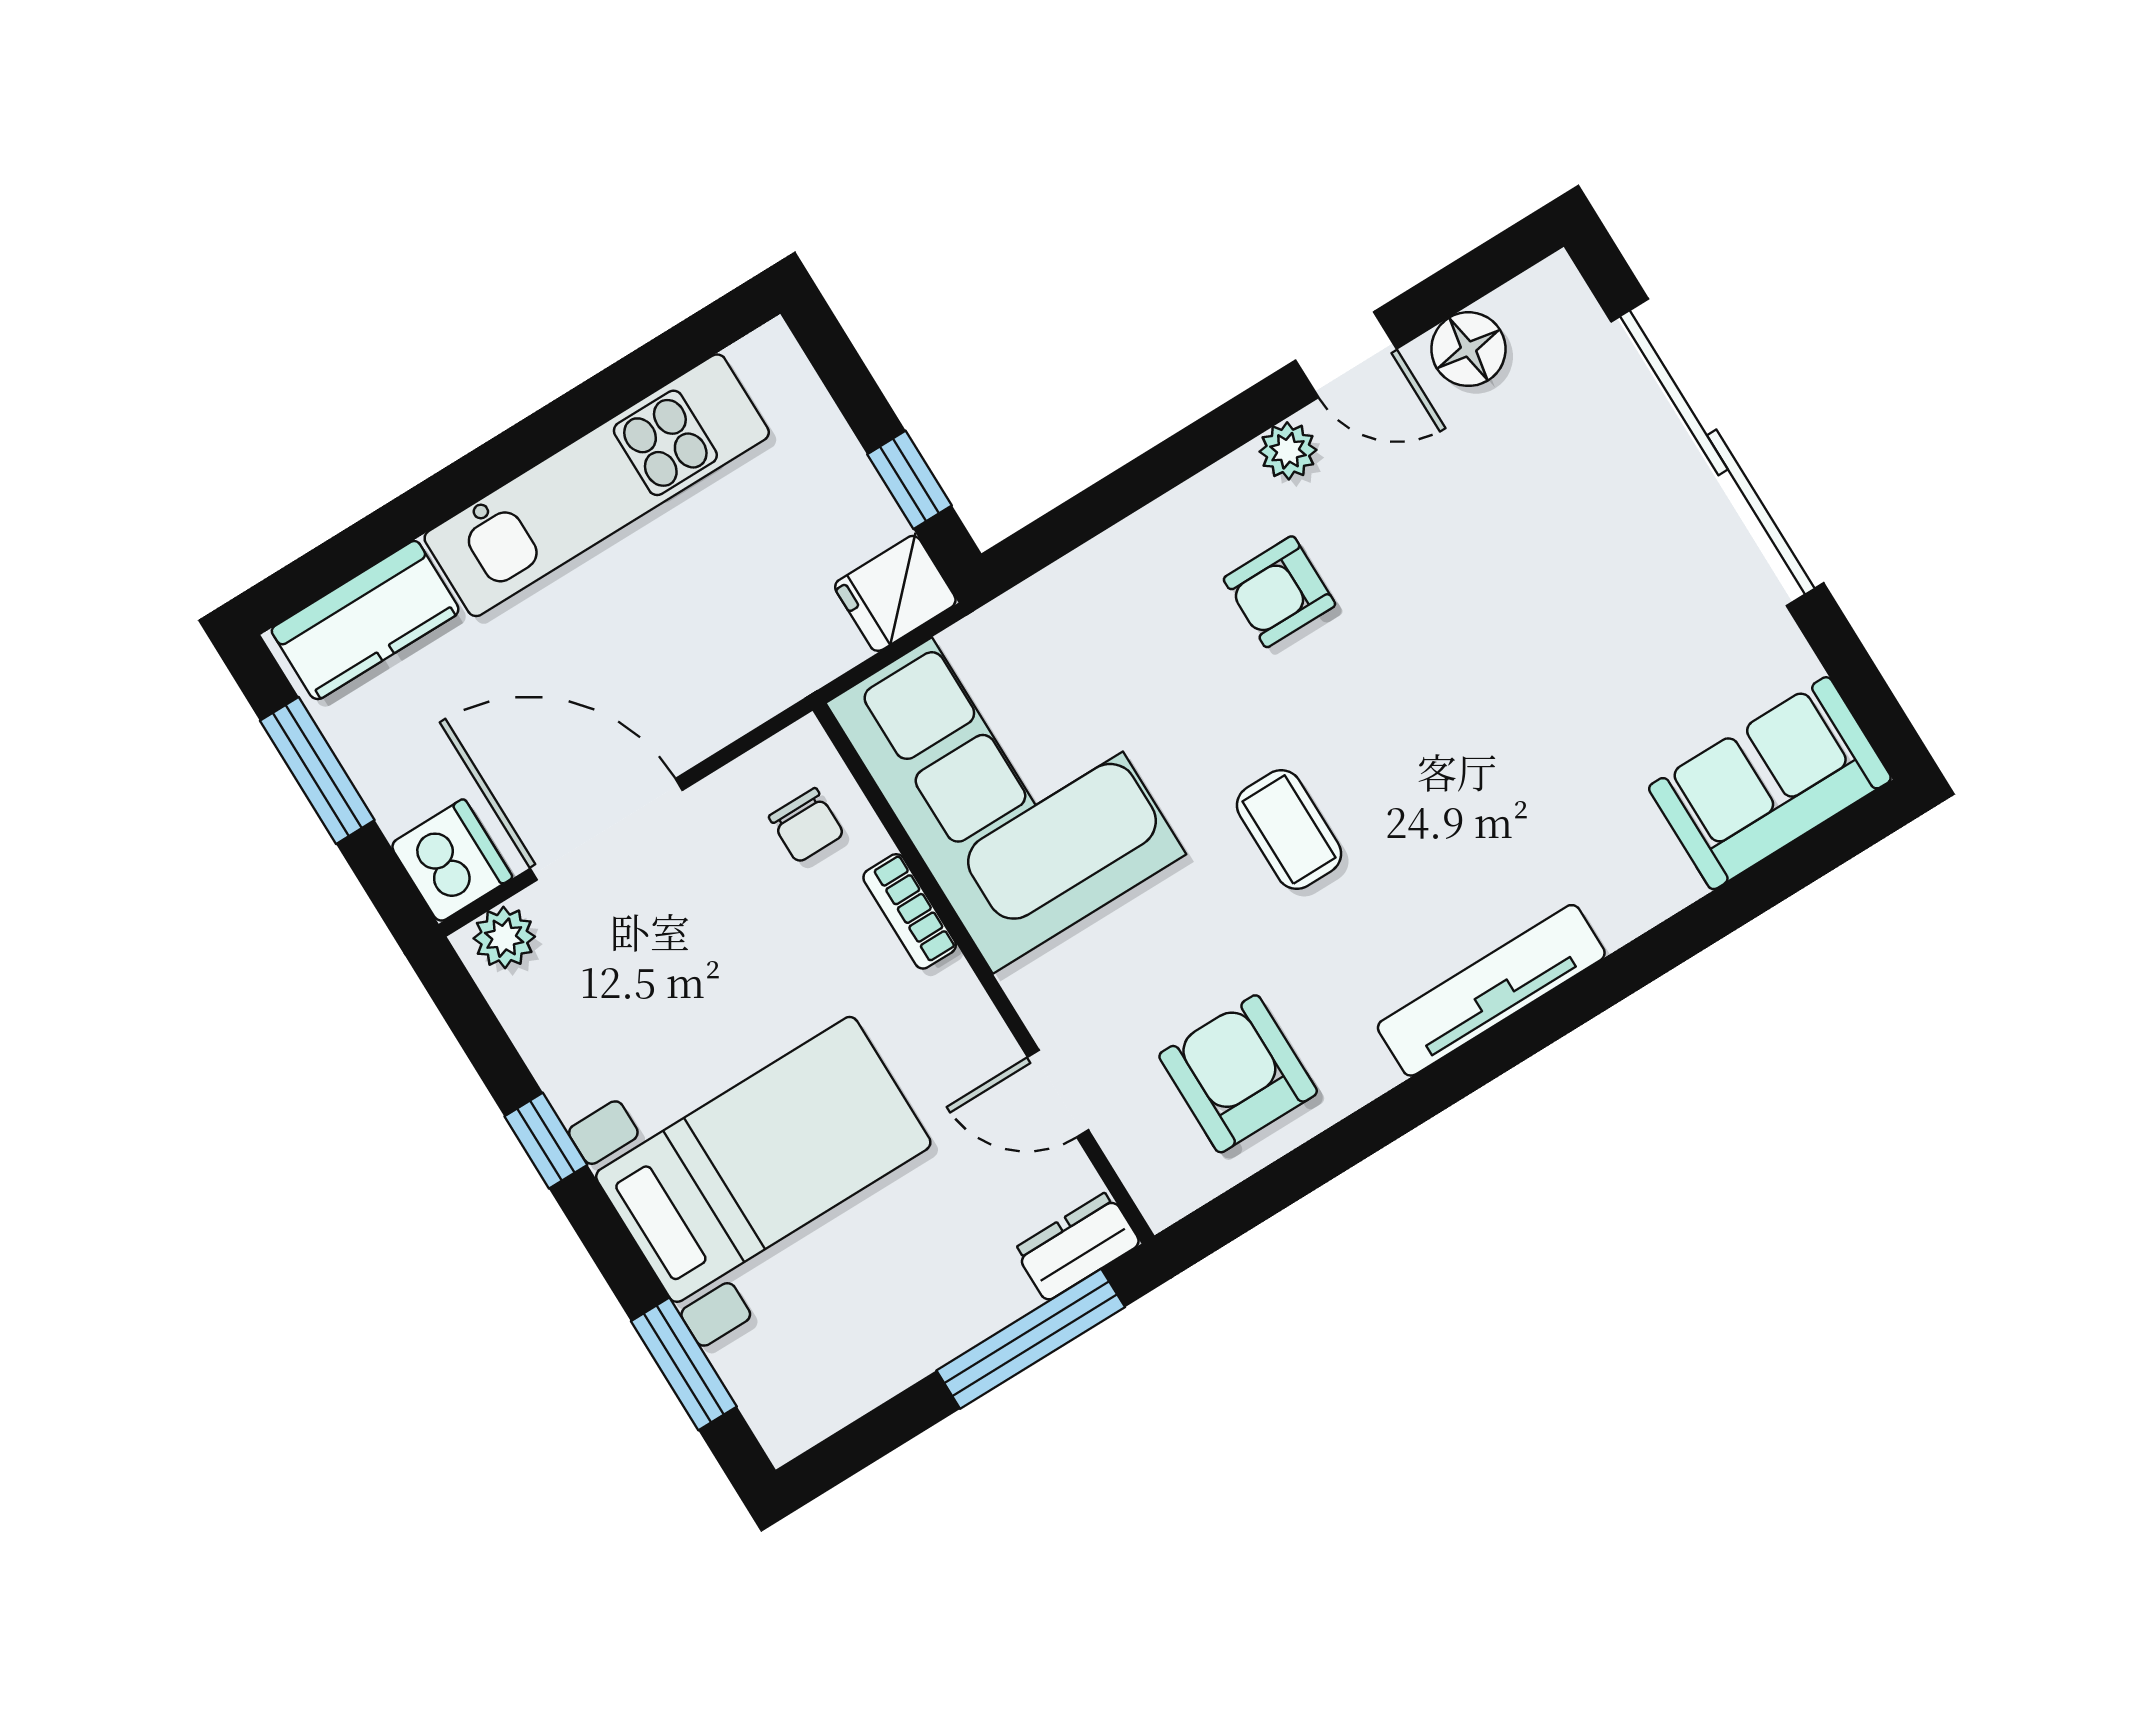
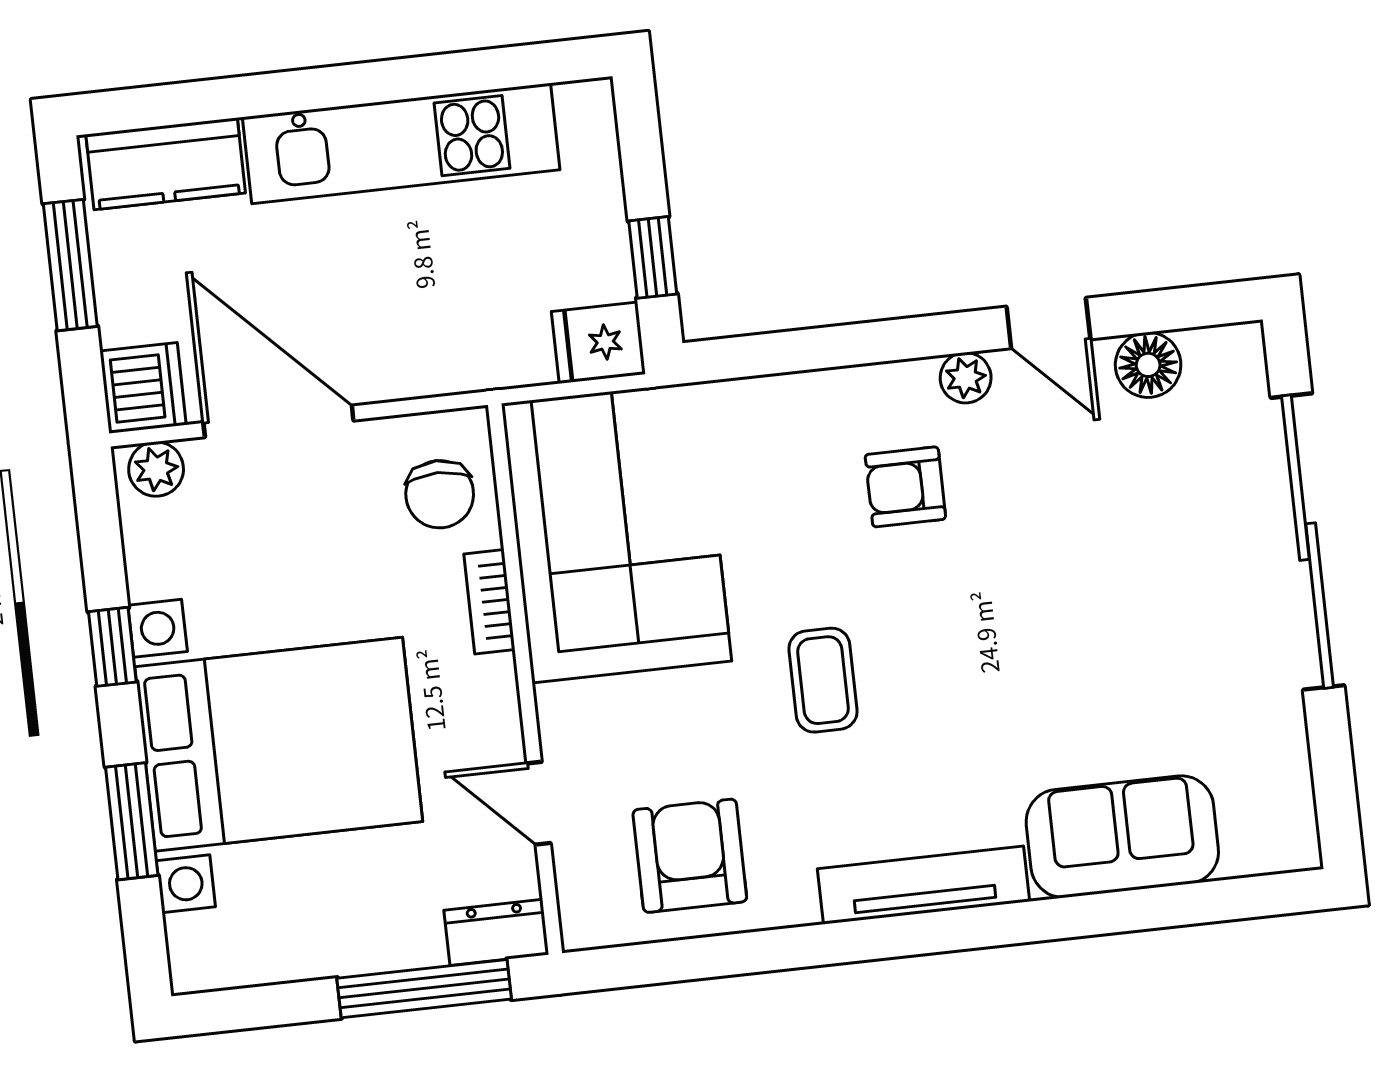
sofa: (1770, 783) -> (1122, 837), moved
chair: (806, 825) -> (440, 494), width x1.37, depth x1.37
bed with nightstands: (763, 1159) -> (279, 744), width x1.36
window: (684, 1364) -> (132, 821), moved

